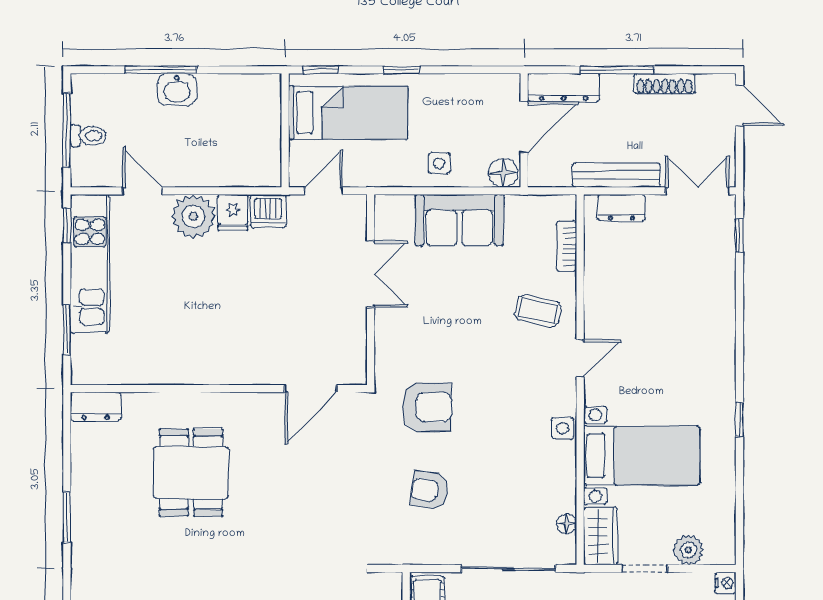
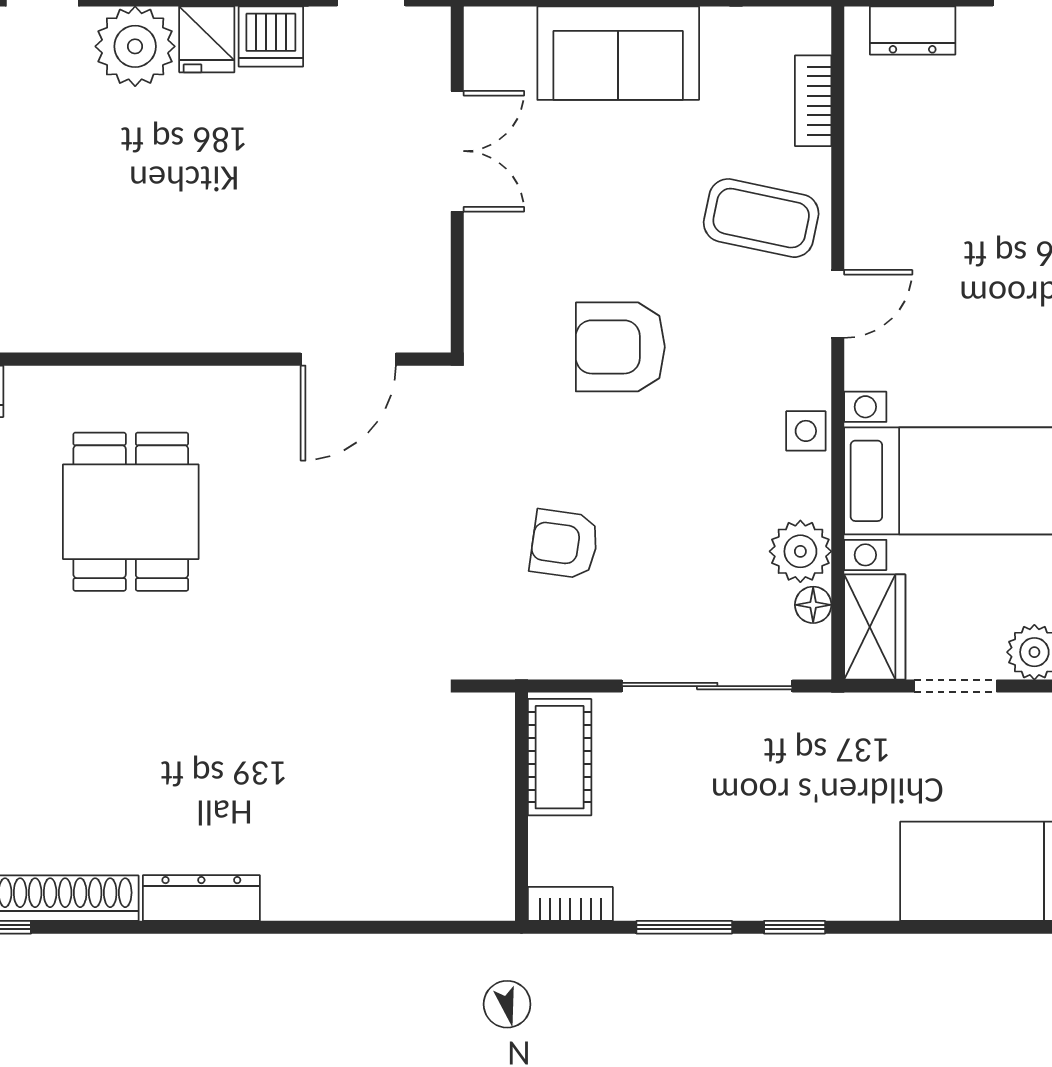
coffee table: (538, 311) -> (761, 218), width x1.36, depth x1.30
armchair: (427, 407) -> (620, 347), moved, turned 180
plant: (560, 494) -> (800, 551), added

